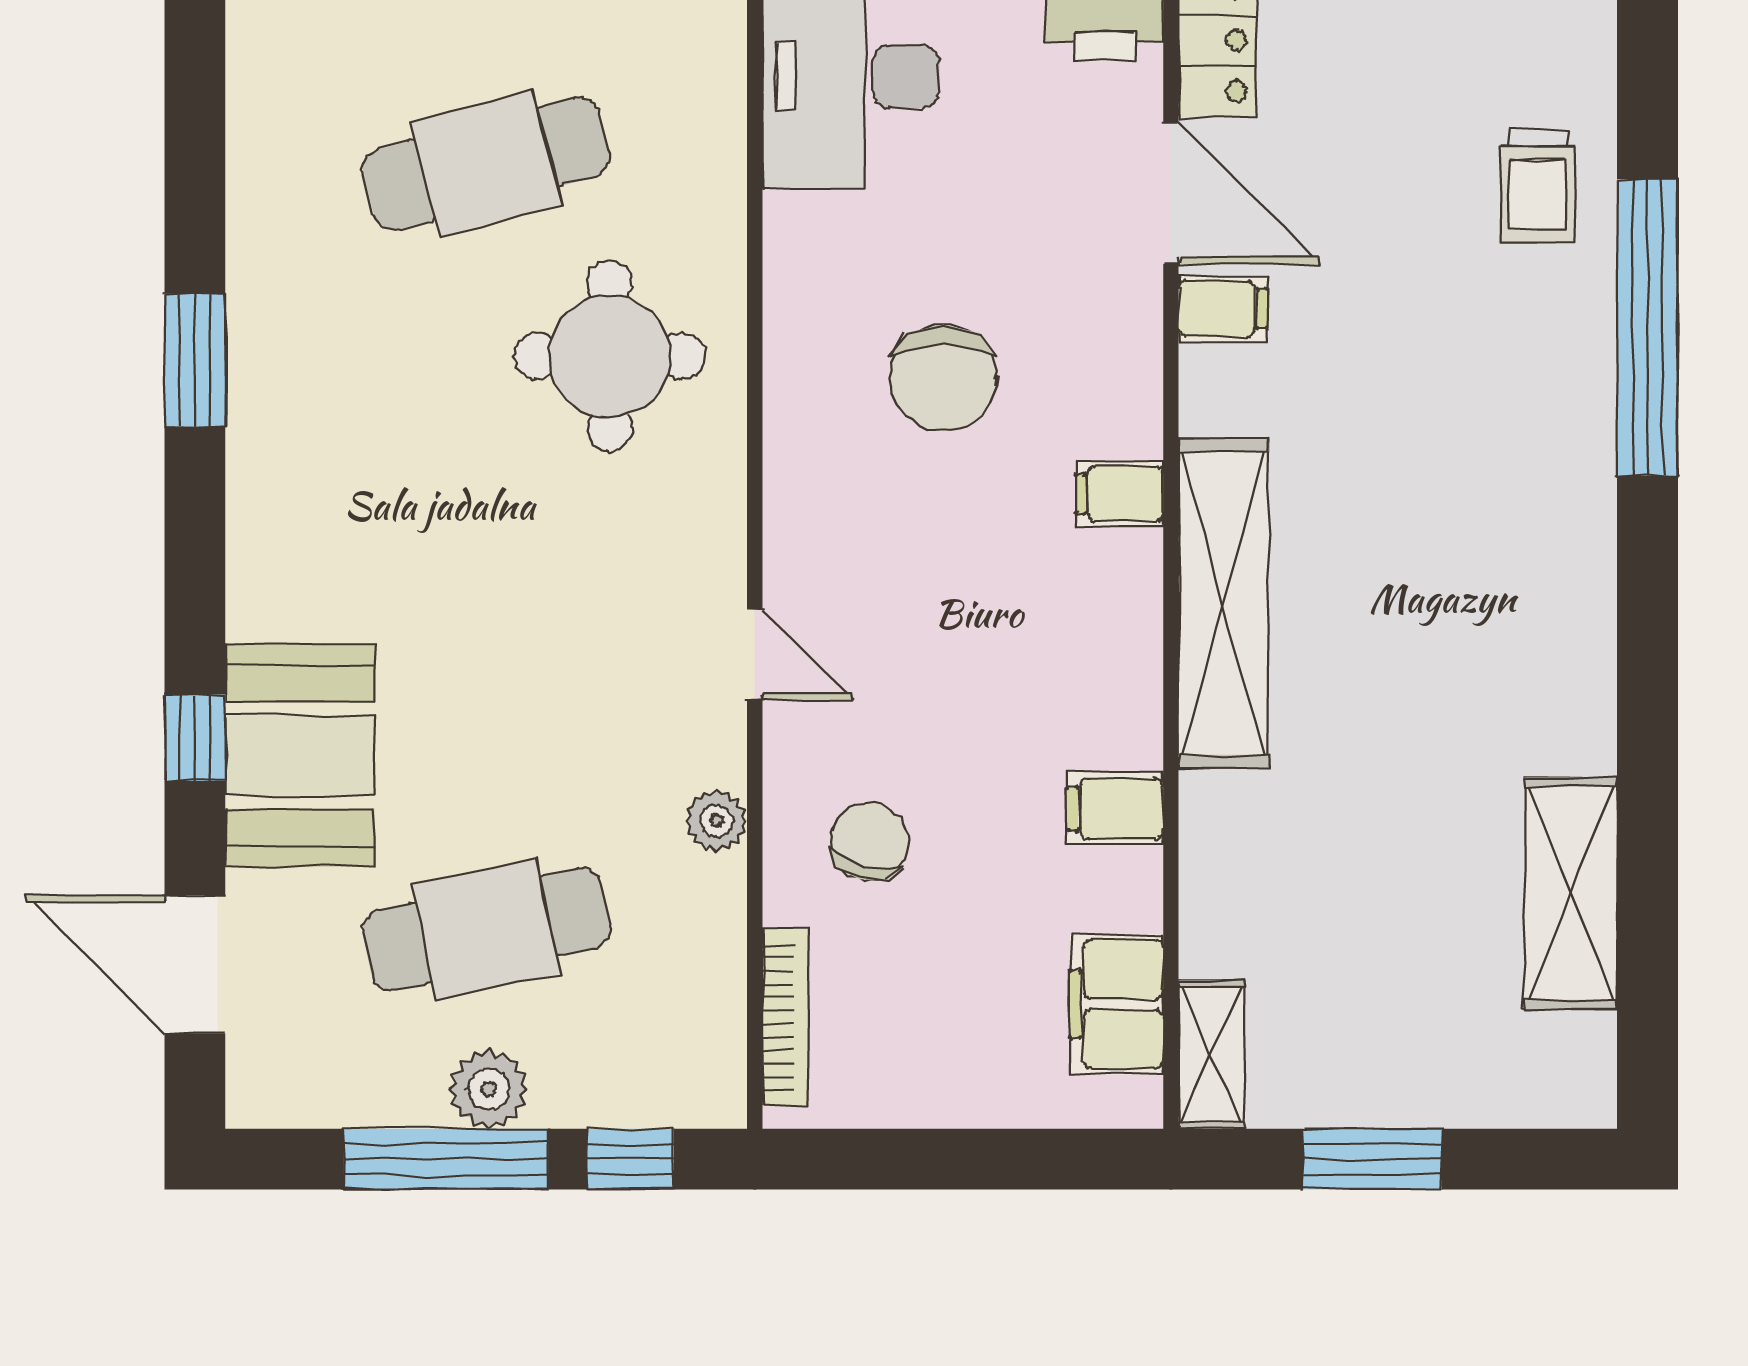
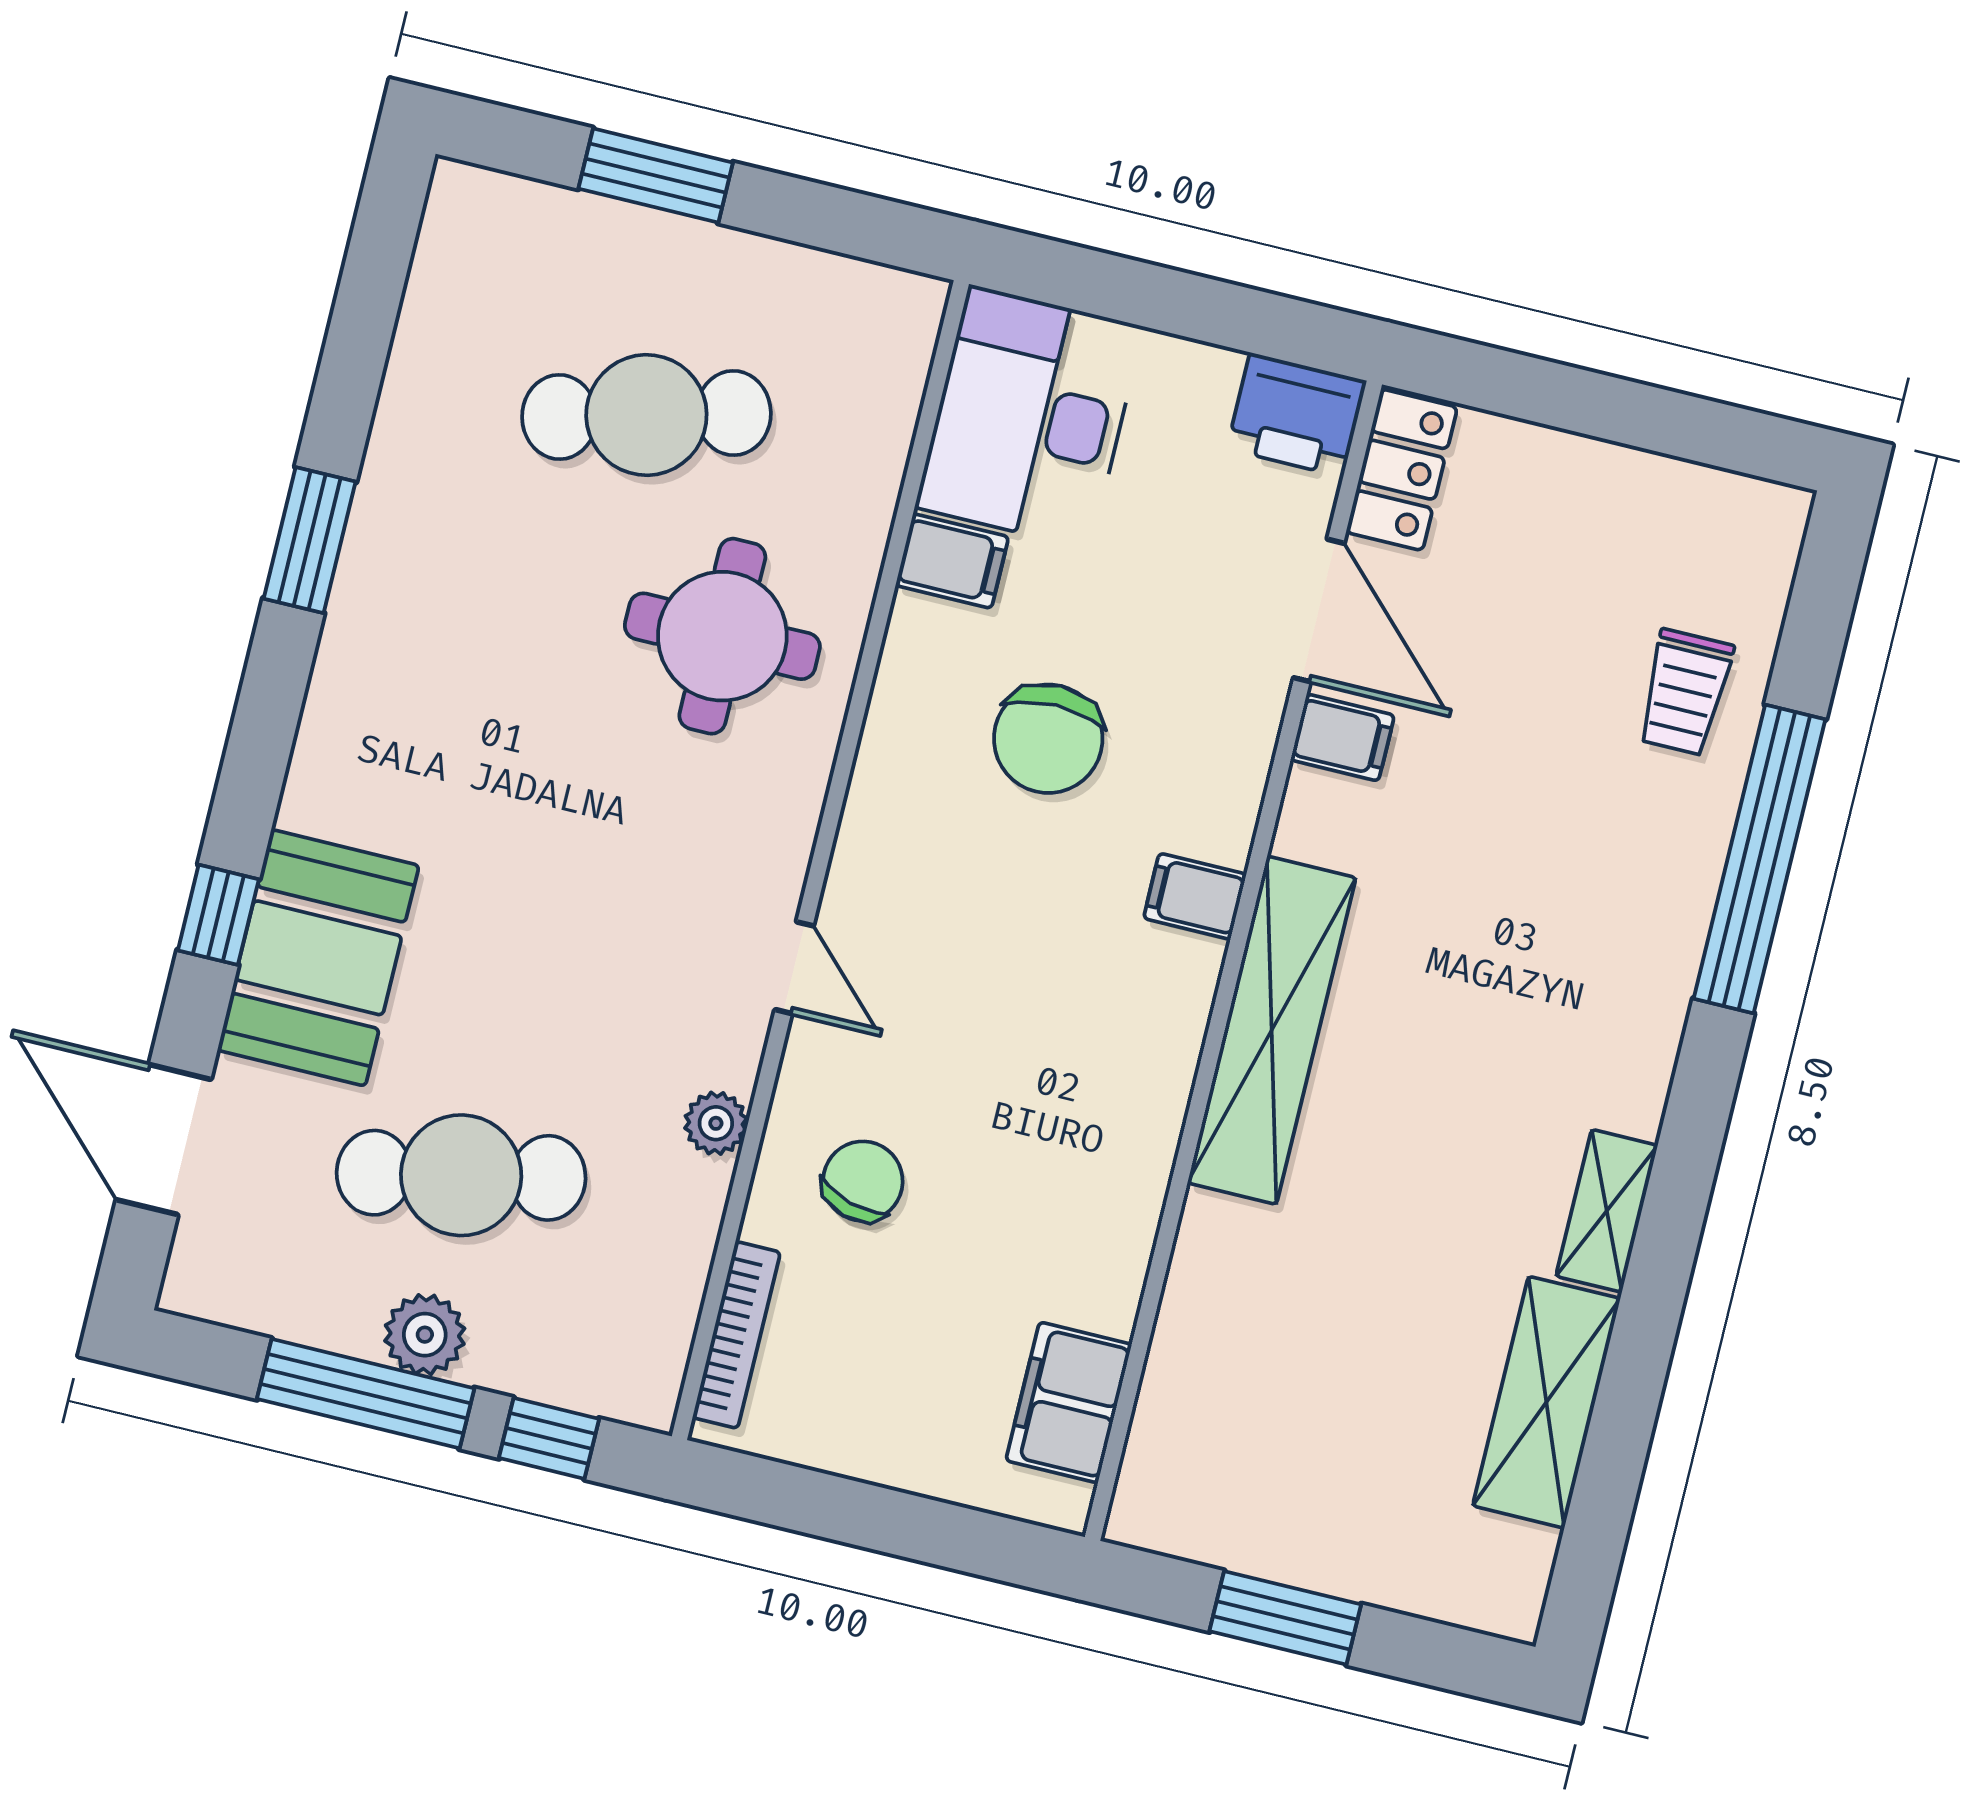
filing cabinet: (1115, 808) -> (952, 561), moved, turned 180
shelving: (1212, 1055) -> (1607, 1211), moved

